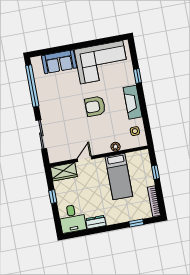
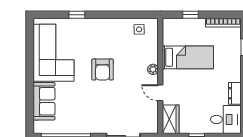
fireplace: (133, 102) -> (106, 26), removed
plant: (115, 147) -> (153, 69), moved

